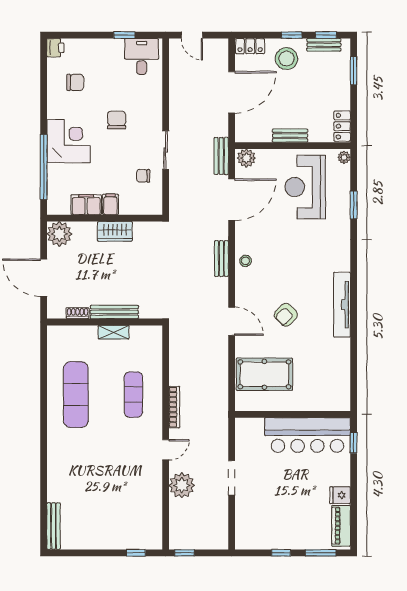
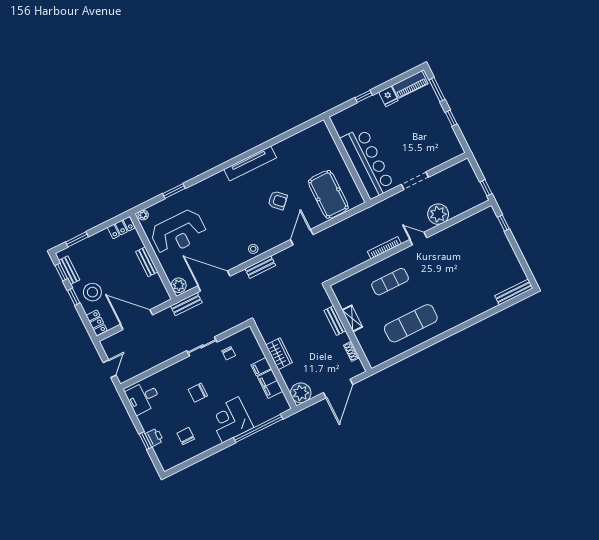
window: (124, 35) -> (145, 441), moved
printer: (55, 48) -> (154, 437), moved, turned 90
bench: (114, 312) -> (335, 321), width x0.73
bar counter: (308, 435) -> (367, 163), moved
window: (354, 443) -> (364, 96), moved

